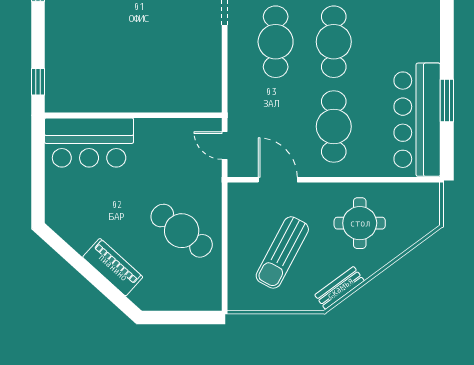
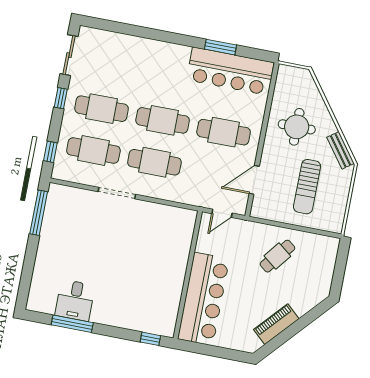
bar counter: (89, 143) -> (203, 299), width x1.36
cafe table: (182, 231) -> (277, 256), width x0.73, depth x0.74
sun lounger: (282, 252) -> (307, 187), turned 62
piano: (113, 267) -> (276, 324), moved

